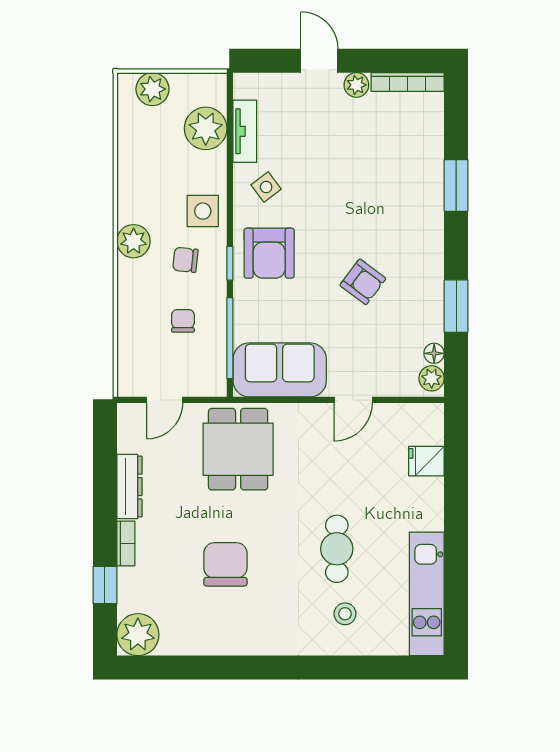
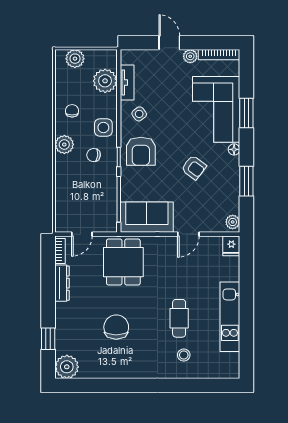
corner sofa: (402, 179) -> (216, 109), added
chair: (183, 321) -> (72, 111), moved
floor lamp: (434, 353) -> (234, 149), moved
fridge: (426, 461) -> (231, 246), moved, turned -90
bookcase: (126, 543) -> (60, 251), moved
kitchen unit: (427, 594) -> (230, 317), moved

